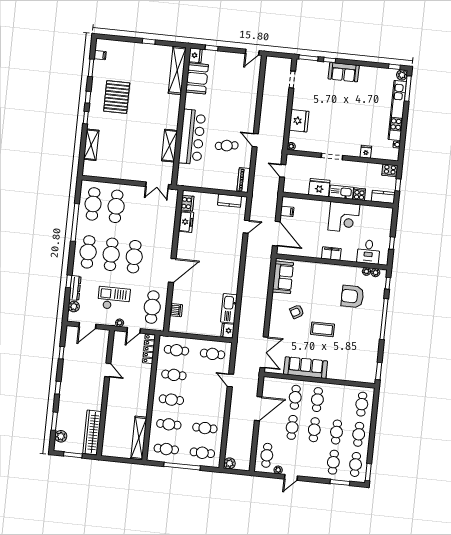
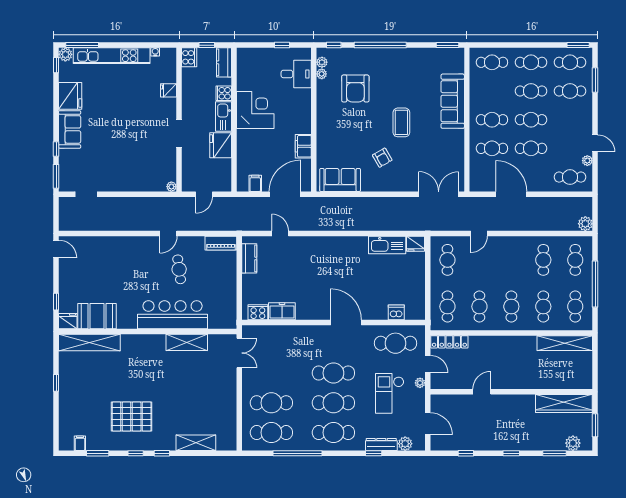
fridge: (299, 121) -> (70, 96), moved, turned 90
filing cabinet: (331, 254) -> (303, 146), moved
sofa: (306, 368) -> (453, 101), moved

